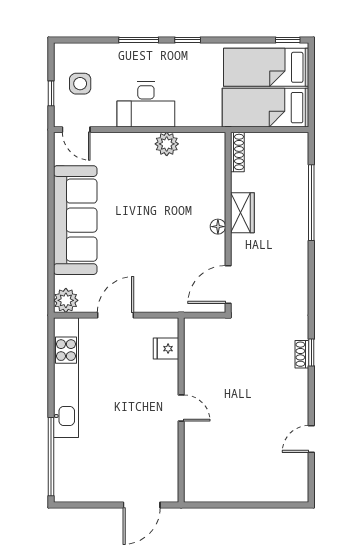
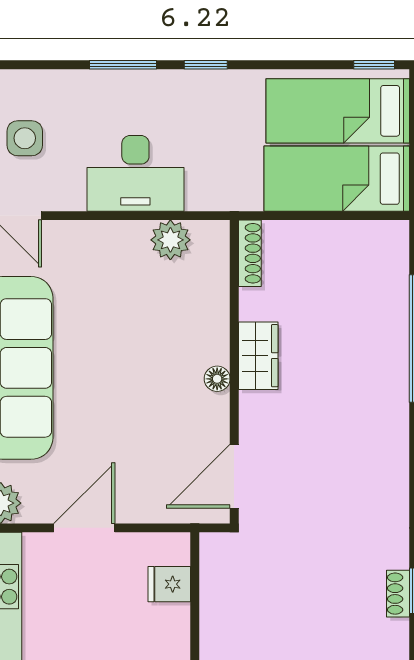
shoe rack: (237, 152) -> (250, 253), moved
wardrobe: (242, 213) -> (258, 356), moved
wall: (228, 222) -> (234, 372), moved
floor lamp: (218, 227) -> (217, 379), moved
door: (228, 285) -> (234, 476), moved

